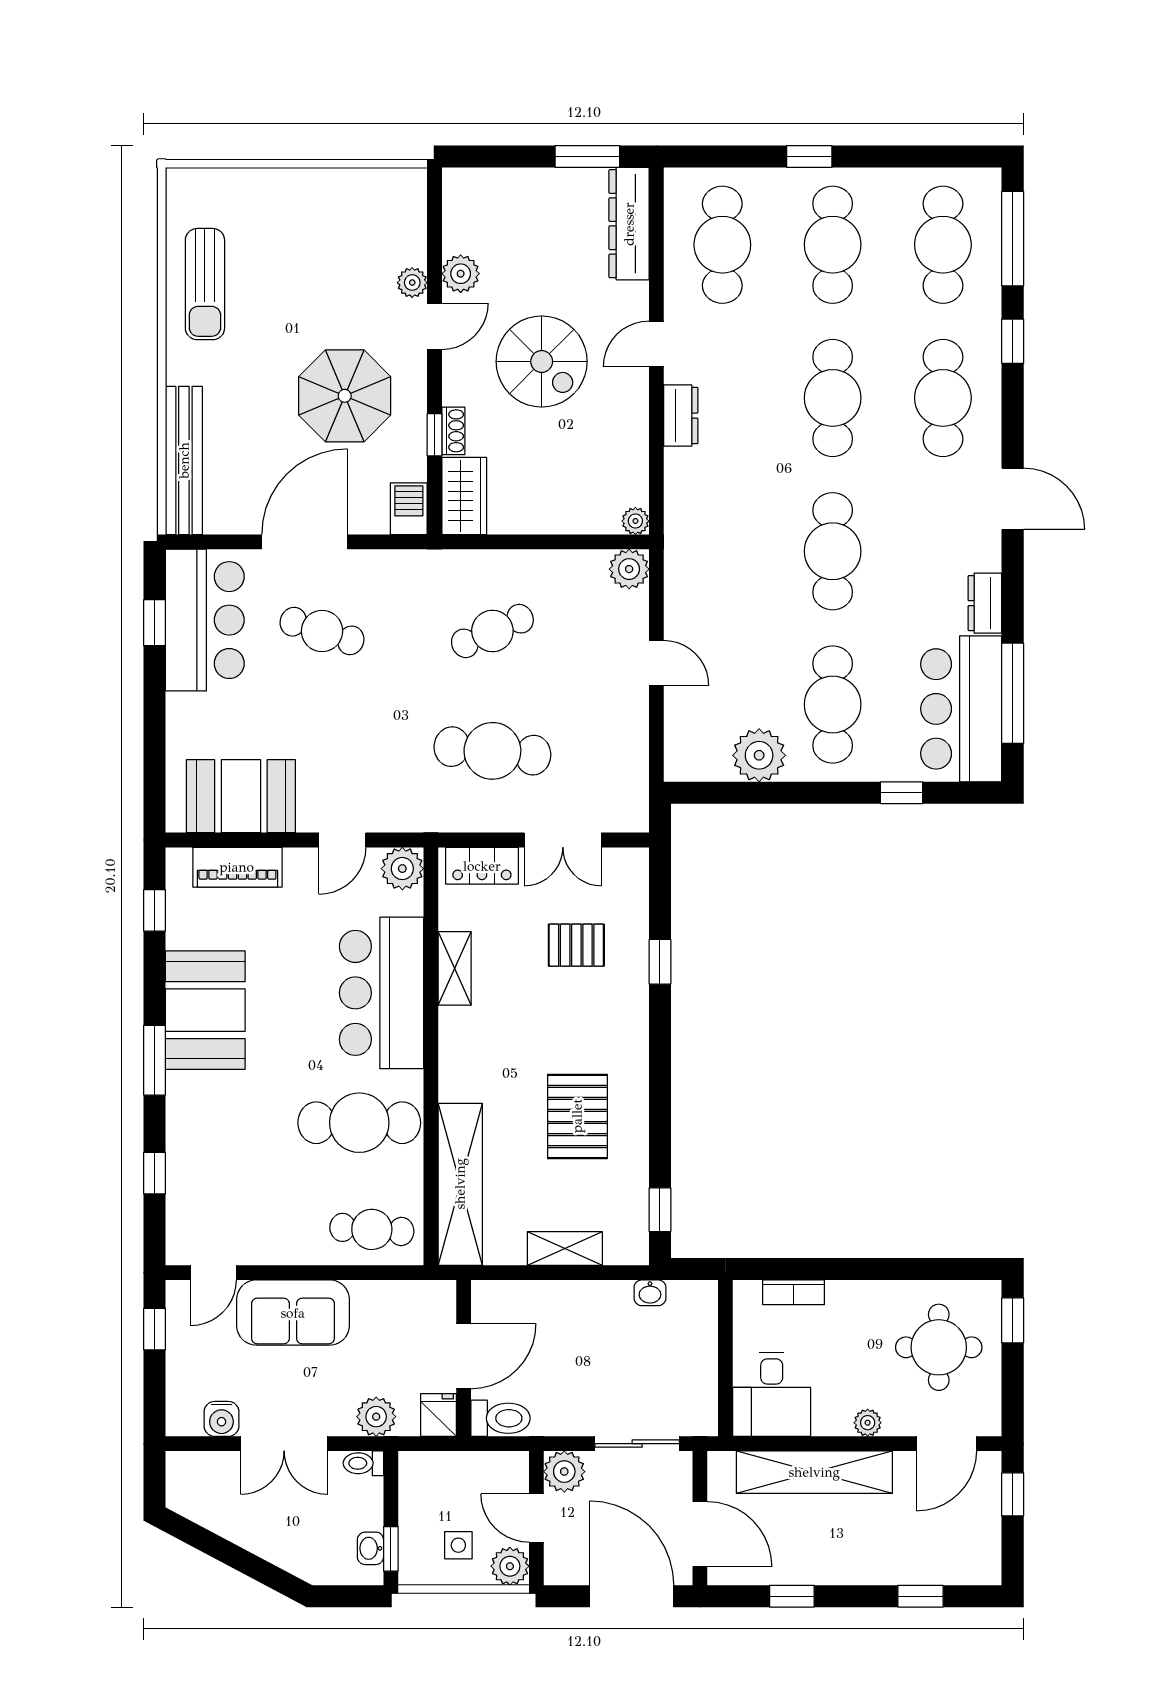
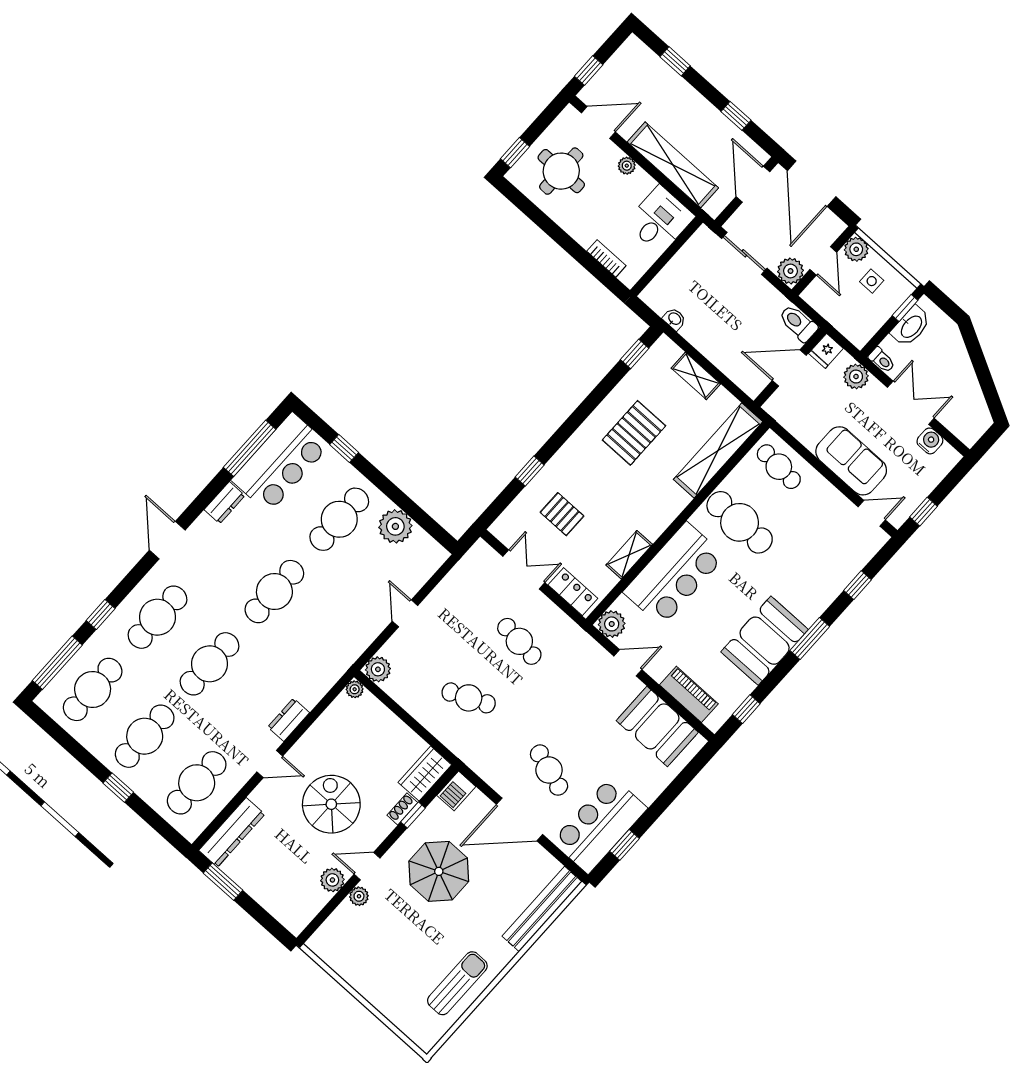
cafe table: (492, 751) -> (519, 641), width x0.73, depth x0.74
washbasin: (370, 1548) -> (911, 326), width x1.91, depth x1.45

